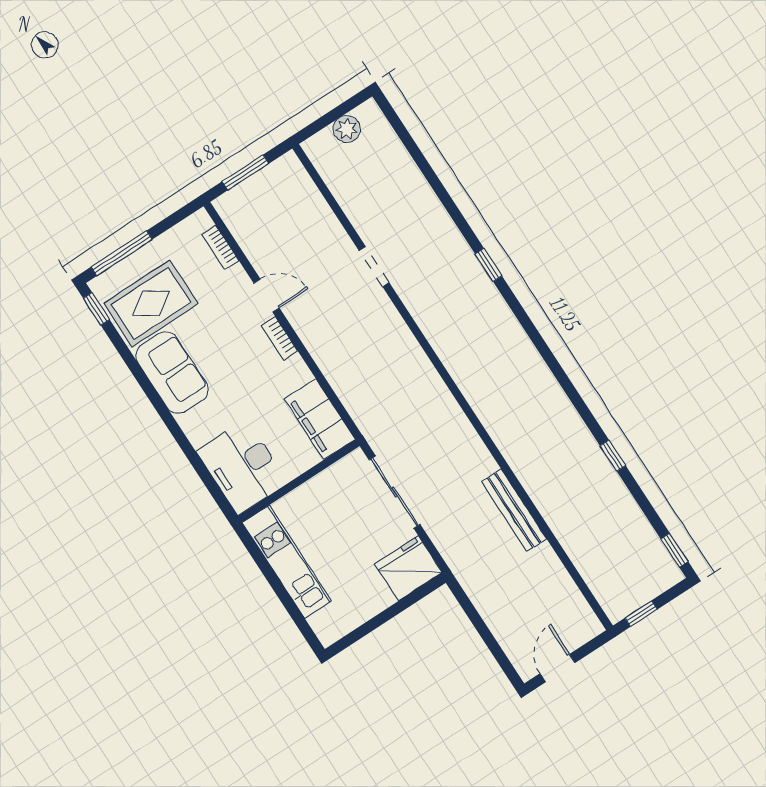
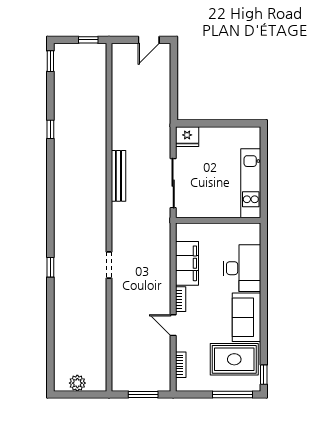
doorway: (374, 267) -> (109, 265), moved
filing cabinet: (320, 419) -> (187, 263), moved
desk: (242, 467) -> (242, 268), moved
bench: (514, 510) -> (118, 176), moved
fridge: (408, 568) -> (187, 137), width x0.73, depth x0.75

